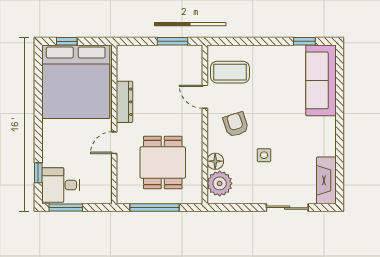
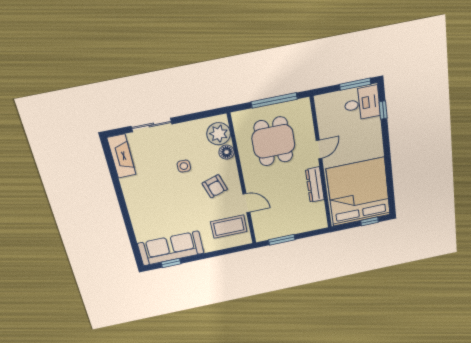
sofa: (321, 80) -> (171, 248), moved, turned -90

